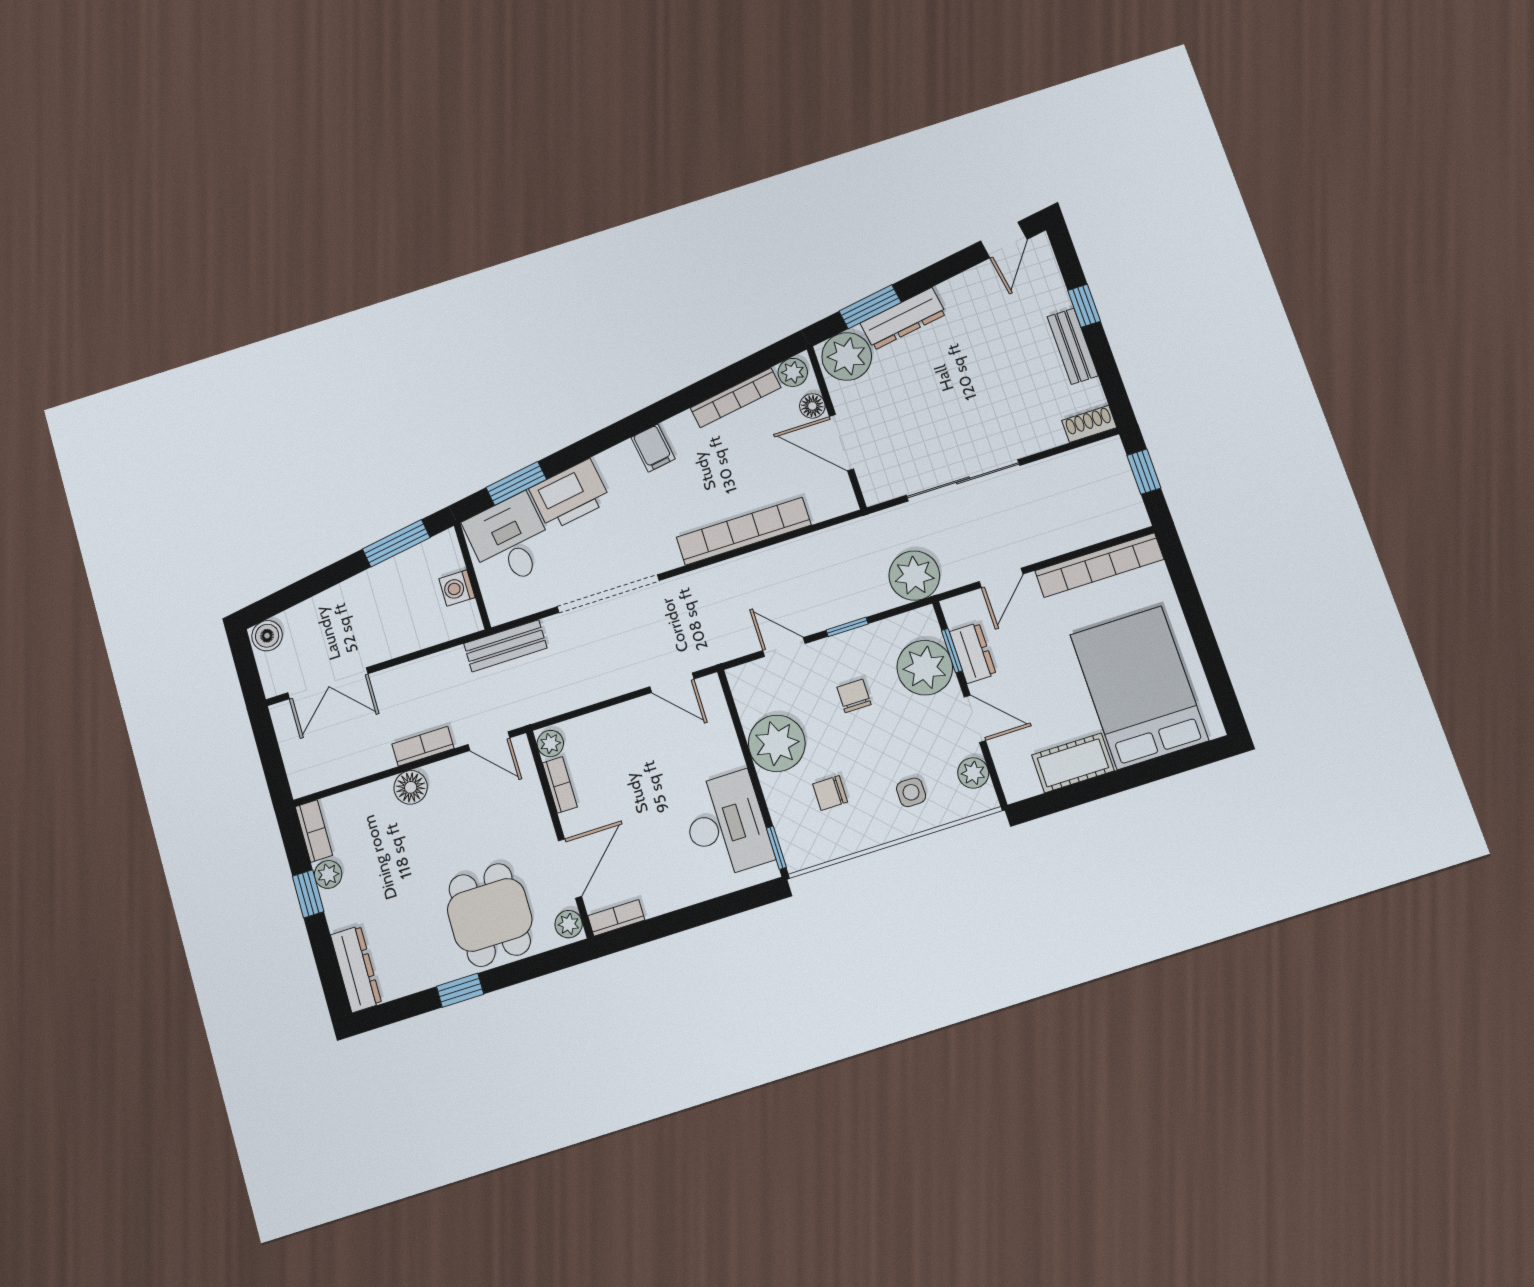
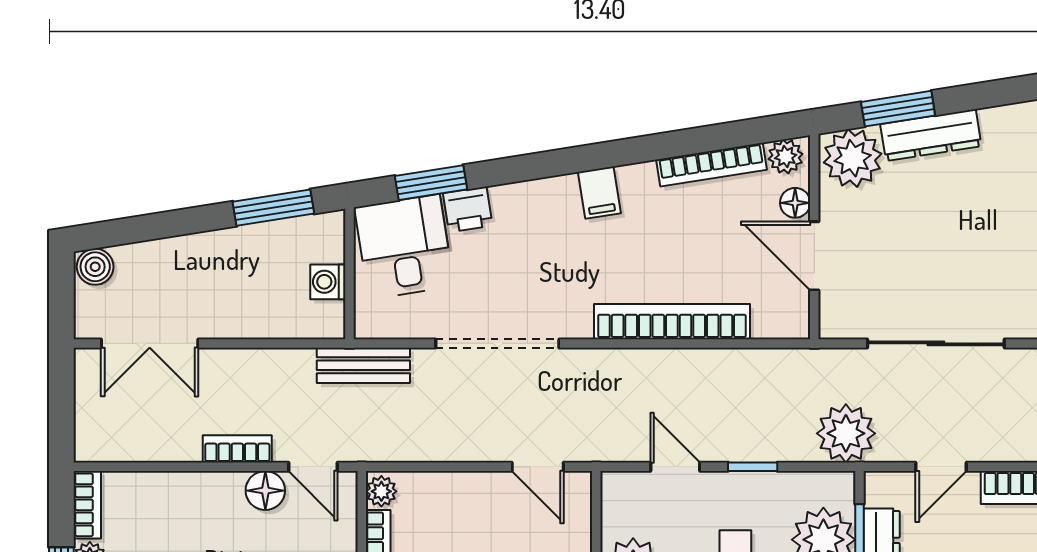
printer: (570, 495) -> (468, 209), width x0.53, depth x0.68
floor lamp: (411, 787) -> (265, 491), moved

